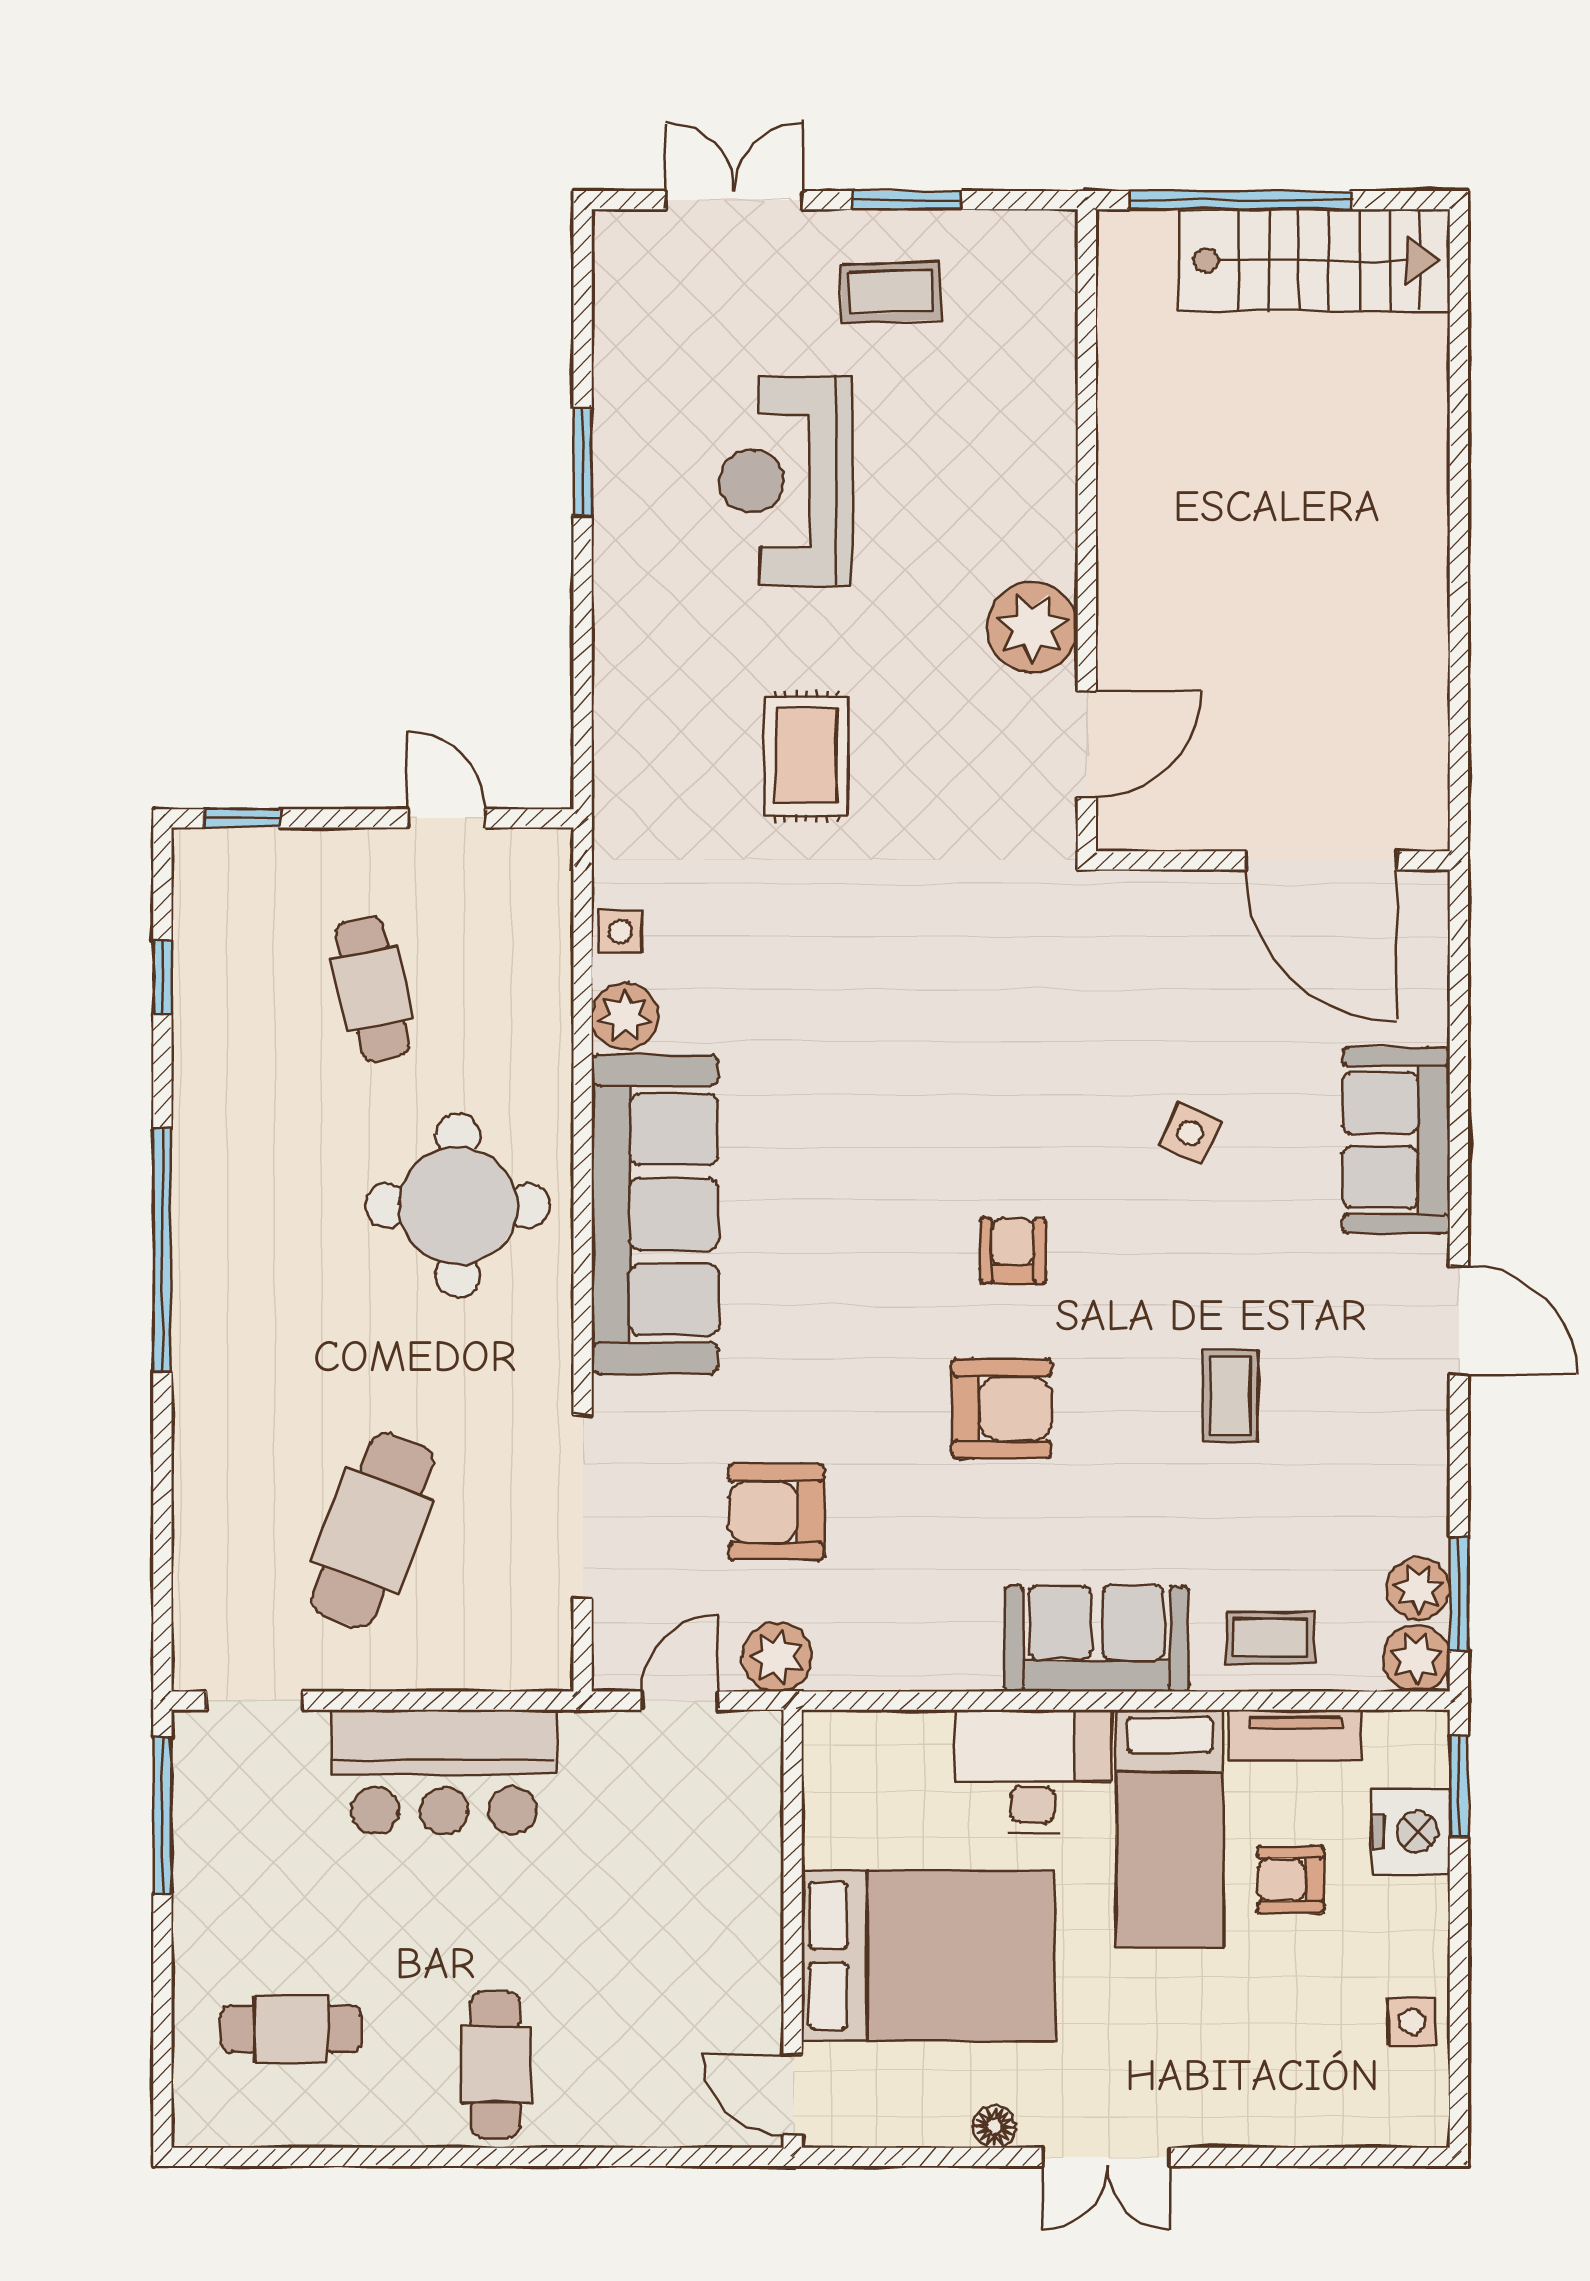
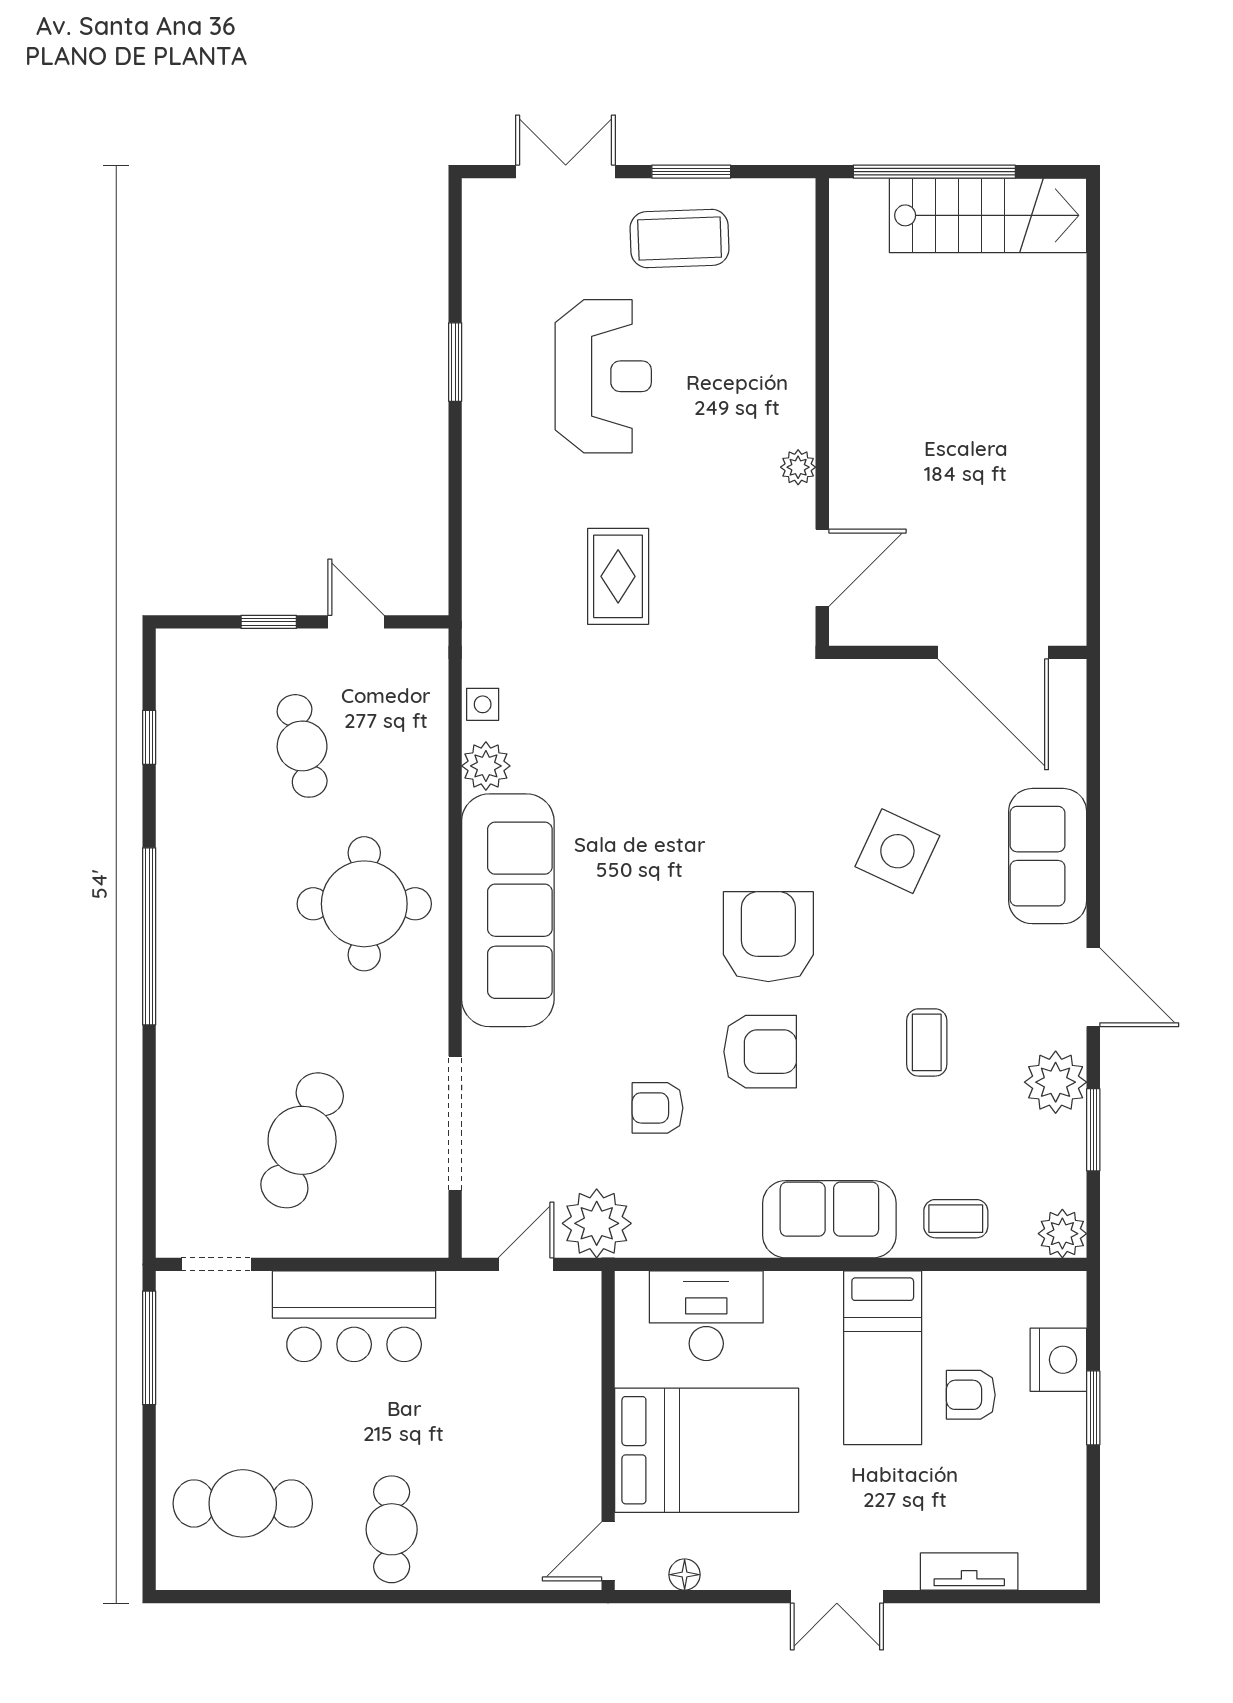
coffee table: (891, 292) -> (680, 239), width x1.36, depth x1.30
reception desk: (786, 481) -> (603, 376), turned 180
plant: (1032, 627) -> (798, 467), width x0.53, depth x0.53
window: (242, 818) -> (269, 622), moved
side table: (1190, 1133) -> (897, 851), width x1.87, depth x1.87
armchair: (1013, 1251) -> (768, 937), width x1.88, depth x1.88
armchair: (777, 1512) -> (657, 1108), moved, width x0.72, depth x0.72
plant: (1418, 1589) -> (1056, 1082), moved, width x1.36, depth x1.36
window: (1459, 1594) -> (1093, 1130), moved
plant: (777, 1657) -> (597, 1223), width x1.36, depth x1.36
tv unit: (1295, 1735) -> (969, 1571), moved, turned 180
desk: (1033, 1771) -> (706, 1316), moved
window: (1459, 1787) -> (1093, 1408), moved
side table: (1412, 2021) -> (1059, 1498), removed
cafe table: (291, 2029) -> (243, 1503), width x1.37, depth x1.35
door: (793, 2095) -> (608, 1551), hinge flipped
floor lamp: (994, 2127) -> (685, 1575), moved

